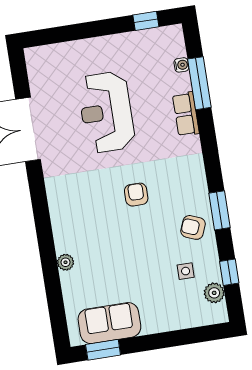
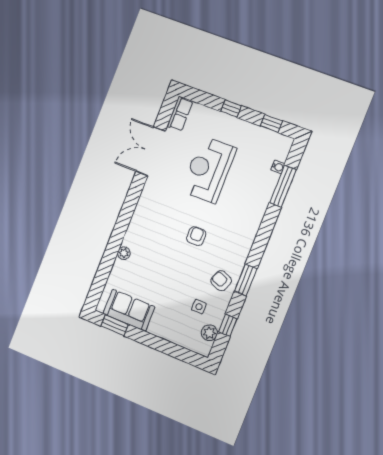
window: (91, 30) -> (231, 109), added
row of seats: (186, 114) -> (180, 114), moved, turned 180

